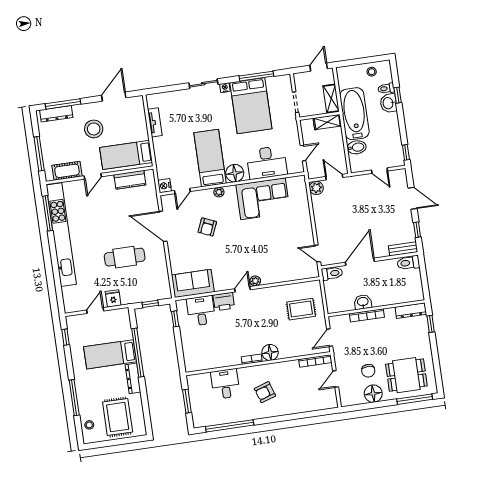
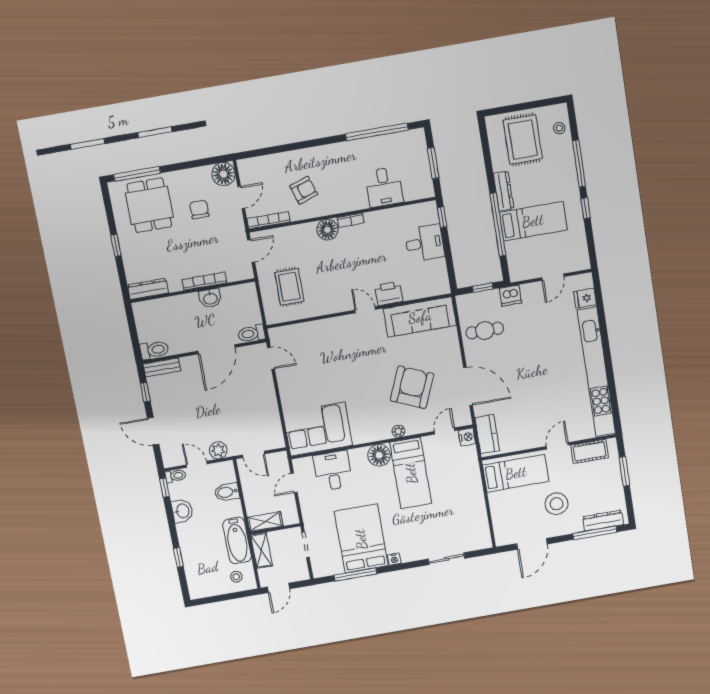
stool: (372, 72) -> (236, 577), moved
sliding door: (203, 84) -> (447, 559), moved
toilet: (386, 88) -> (176, 476), moved
washbasin: (388, 103) -> (182, 511), moved
bathtub: (354, 114) -> (237, 541), width x0.73, depth x0.73
tv unit: (155, 122) -> (480, 514), removed
window: (39, 154) -> (624, 471), width x0.69
desk: (267, 162) -> (333, 471), width x0.73
kitchen counter: (130, 180) -> (487, 434), moved, turned 90
plant: (316, 188) -> (218, 450), moved
corner sofa: (263, 199) -> (318, 429), moved
window: (48, 213) -> (614, 398), removed
armchair: (207, 227) -> (412, 387), width x1.88, depth x1.88
cafe table: (125, 257) -> (485, 331), moved, width x0.73, depth x0.74
plant: (255, 281) -> (349, 321), removed
sofa: (193, 283) -> (420, 317), width x1.36
door: (243, 289) -> (365, 310), swing flipped
dishwasher: (129, 297) -> (510, 296), added
fridge: (113, 298) -> (585, 298), moved, turned 90
rug: (301, 309) -> (289, 287), turned 90
desk: (201, 311) -> (425, 243), moved, turned -90
window: (175, 319) -> (442, 217), moved
window: (431, 324) -> (116, 245), moved
window: (65, 337) -> (586, 208), moved
dining table: (406, 375) -> (149, 205), turned 90
armchair: (265, 392) -> (304, 190), moved
floor lamp: (373, 394) -> (223, 174), moved

